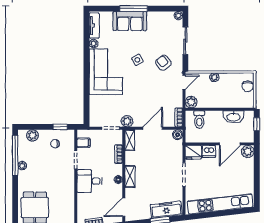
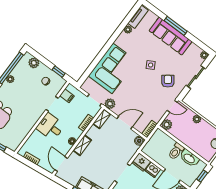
sofa: (130, 21) -> (171, 36), width x1.36
corner sofa: (106, 72) -> (112, 68), moved
toilet: (199, 120) -> (176, 151), moved
door: (124, 207) -> (61, 164), hinge flipped

